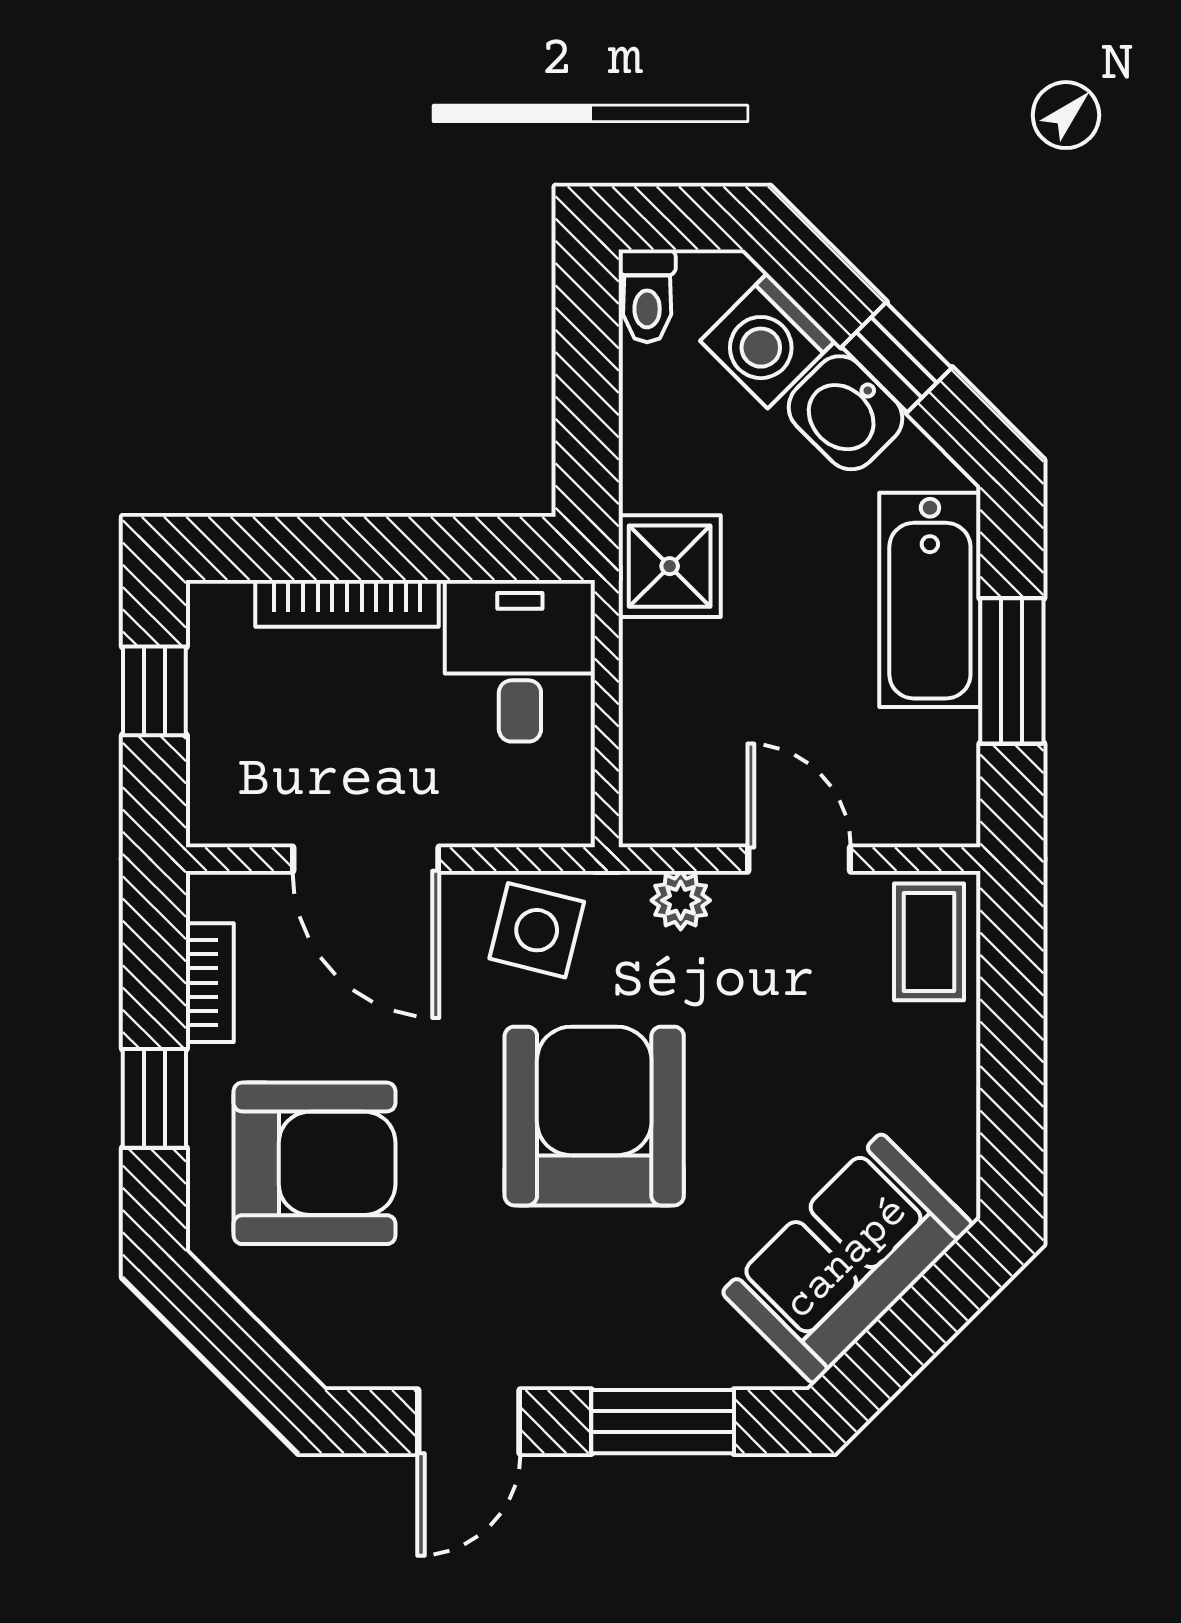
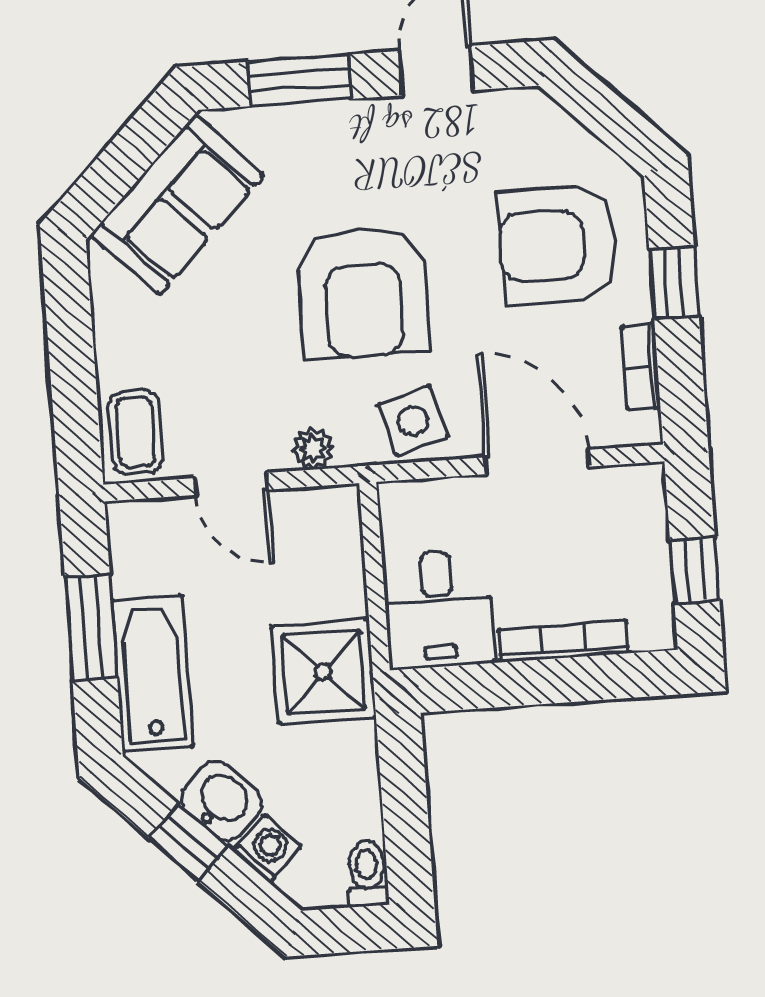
washing machine: (768, 341) -> (267, 849), width x0.73, depth x0.73
shower: (670, 566) -> (324, 672), width x1.36, depth x1.36
side table: (537, 930) -> (413, 421), turned -30

